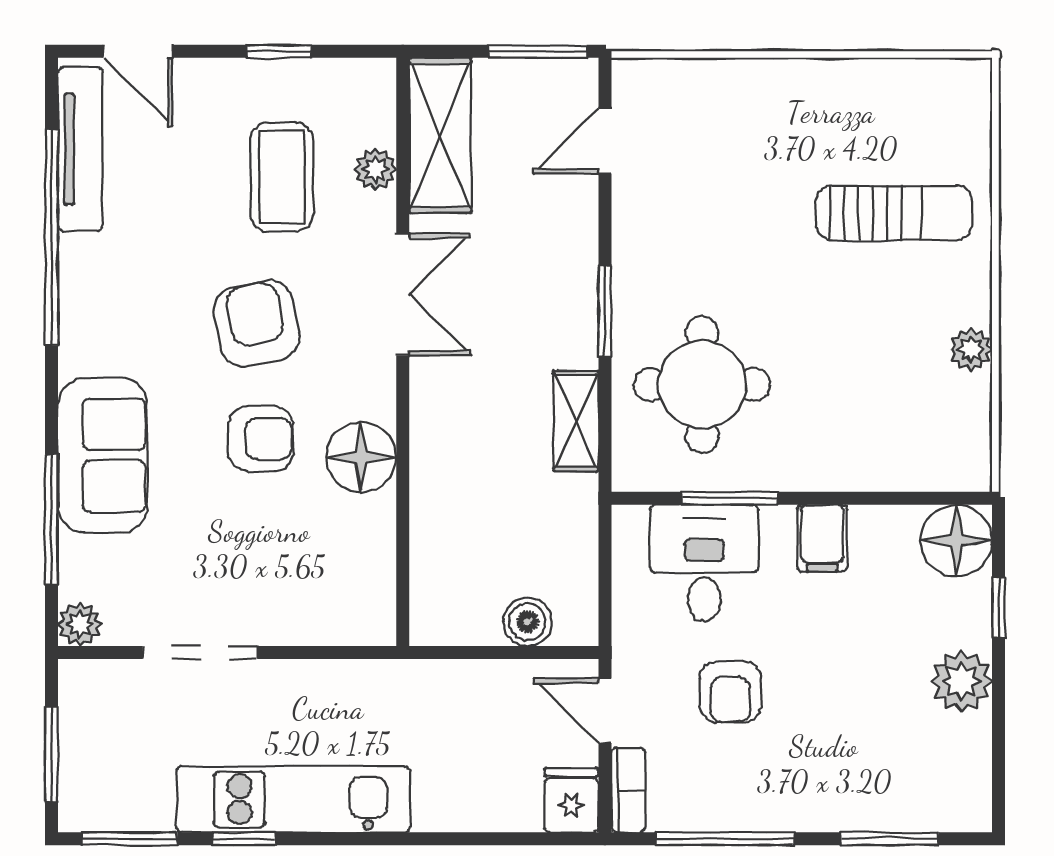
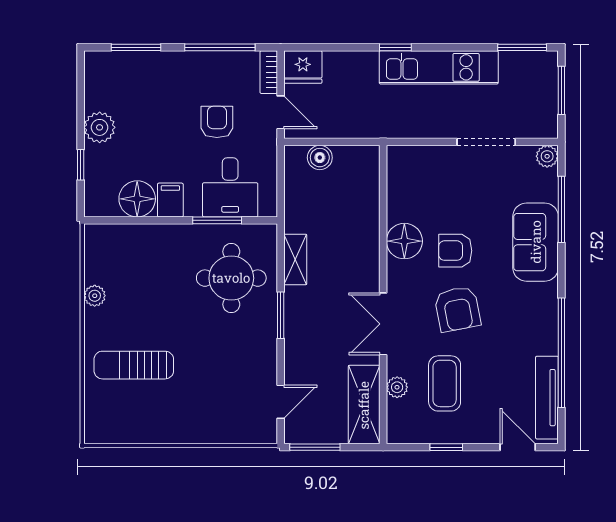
floor lamp: (956, 540) -> (137, 199), moved
fridge: (571, 800) -> (303, 67), width x1.38
window: (244, 839) -> (395, 47), moved

